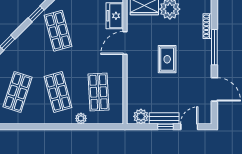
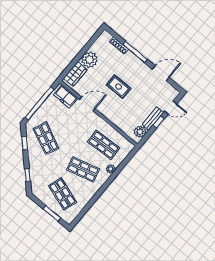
shop shelf: (58, 31) -> (46, 138), turned 39
door: (125, 43) -> (87, 104), swing flipped
door: (189, 127) -> (171, 107), swing flipped

